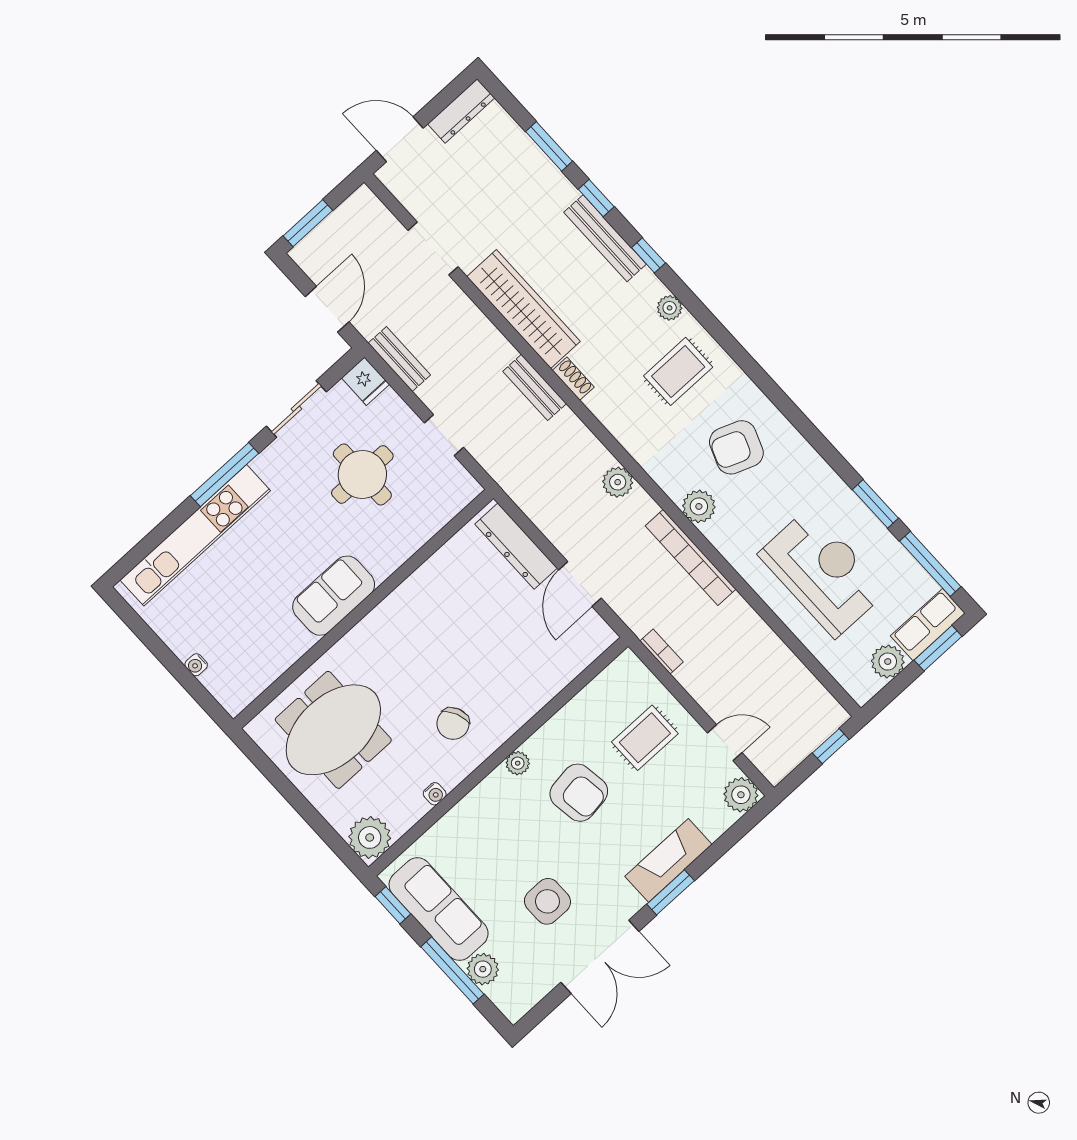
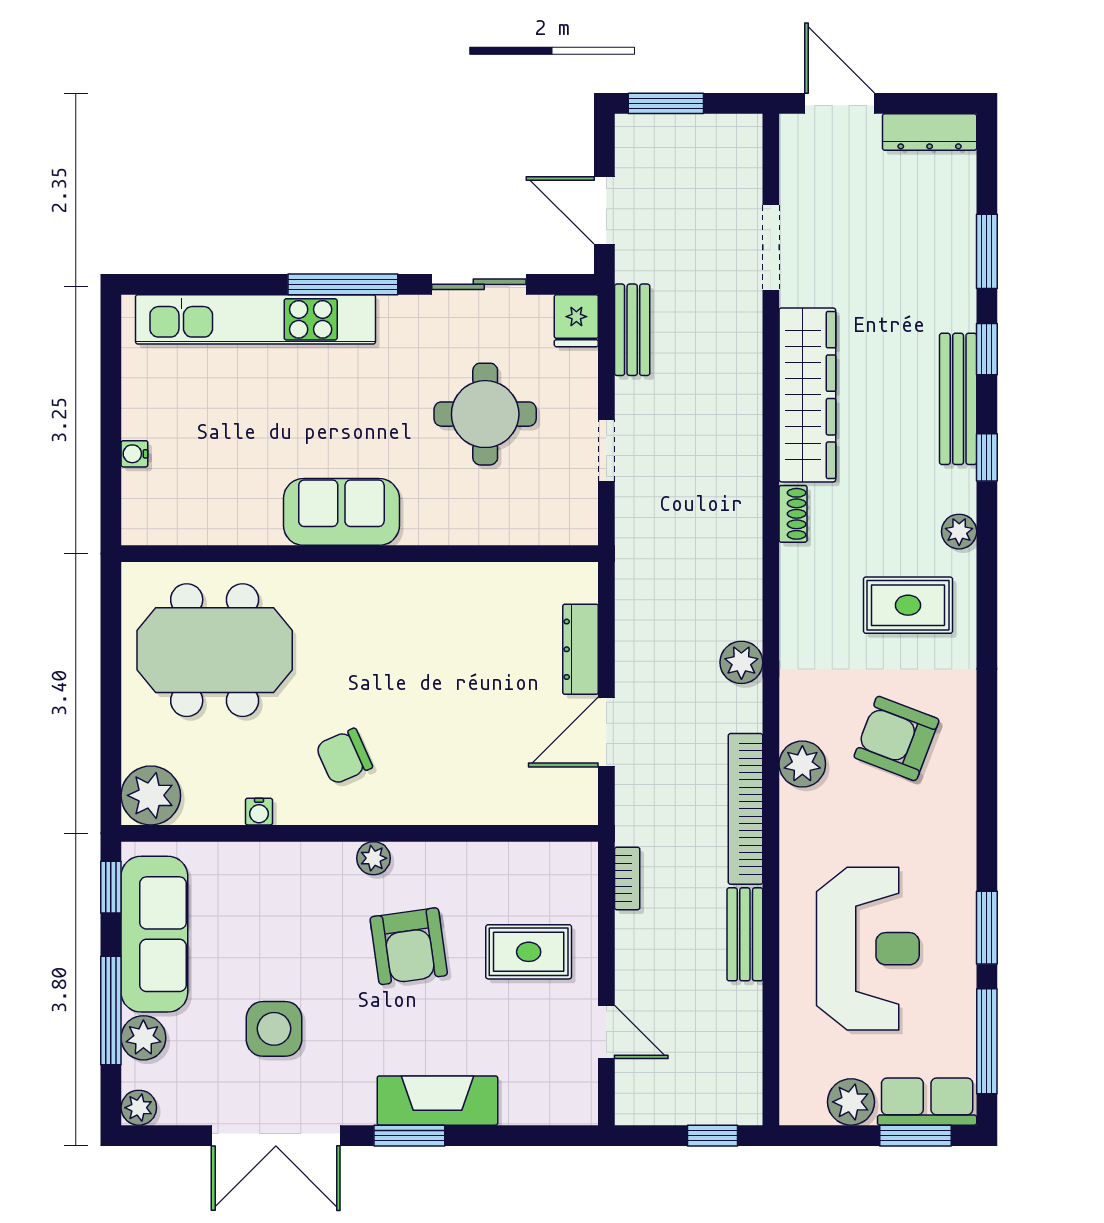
door: (327, 309) -> (604, 210), swing flipped
bench: (535, 387) -> (745, 934), moved
dresser: (516, 546) -> (580, 649), width x0.73, depth x0.80
plant: (741, 795) -> (139, 1108), moved, width x0.73, depth x0.73

